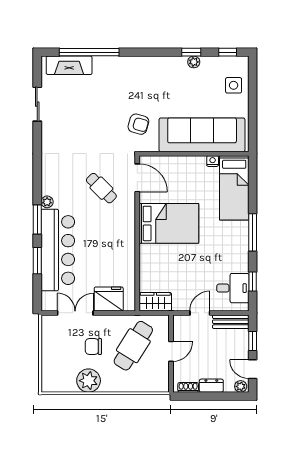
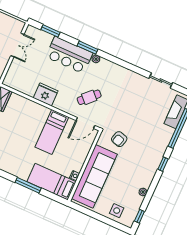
window: (191, 52) -> (163, 164), moved
bed: (169, 223) -> (52, 132), width x0.67
window: (253, 232) -> (28, 185), moved
bar counter: (58, 250) -> (69, 55), width x0.73
window: (37, 261) -> (51, 31), moved
fridge: (109, 299) -> (46, 94), moved, turned -90

